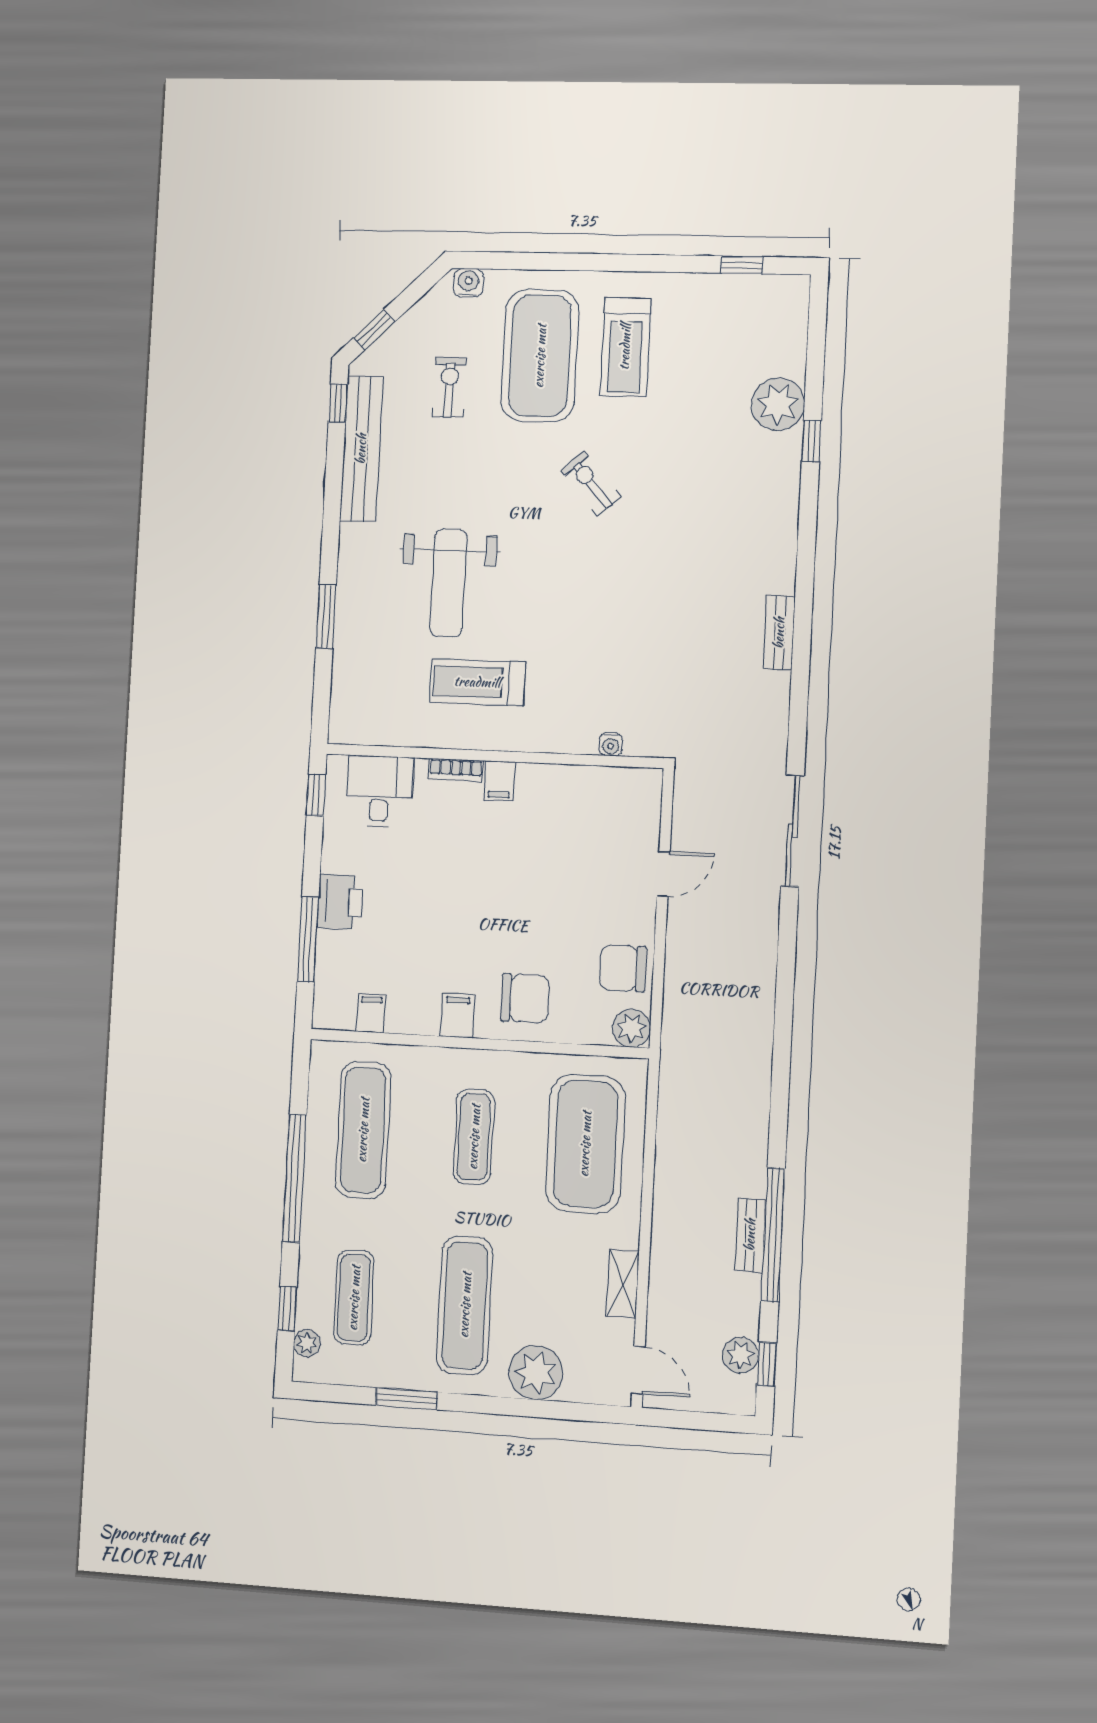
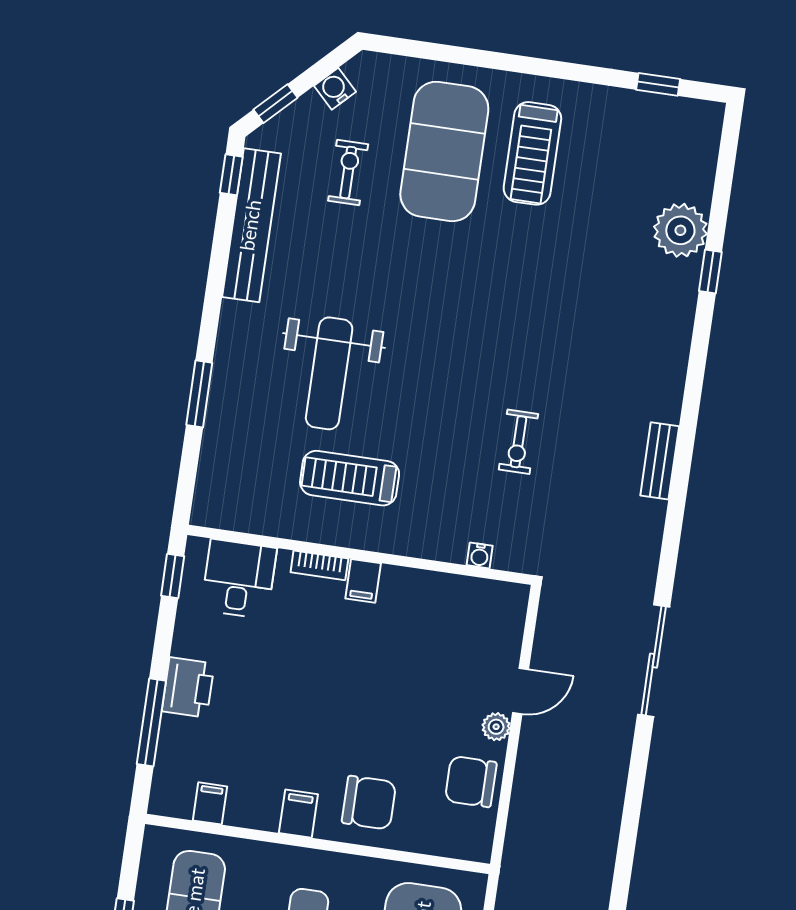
water cooler: (468, 283) -> (335, 89), moved, turned -45
exercise bike: (591, 483) -> (518, 442), moved, turned -139
plant: (632, 1028) -> (496, 727), moved, width x0.73, depth x0.73

